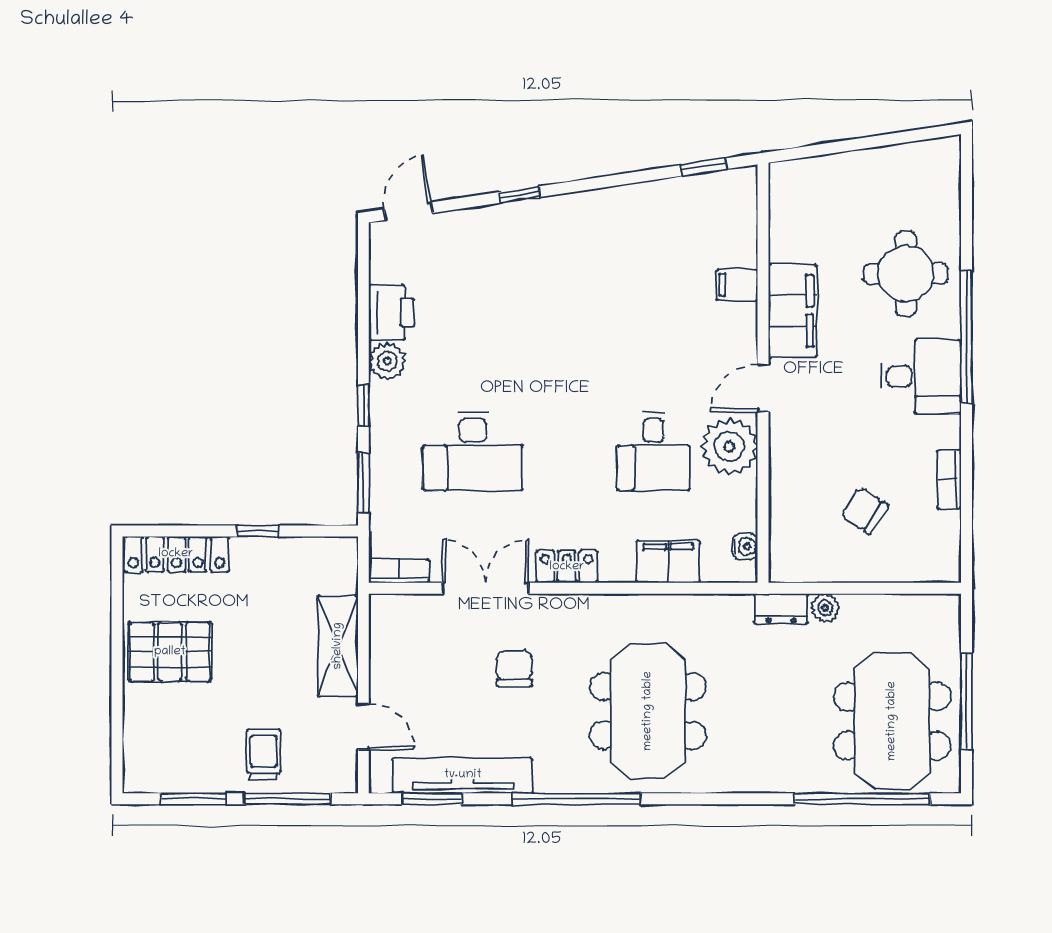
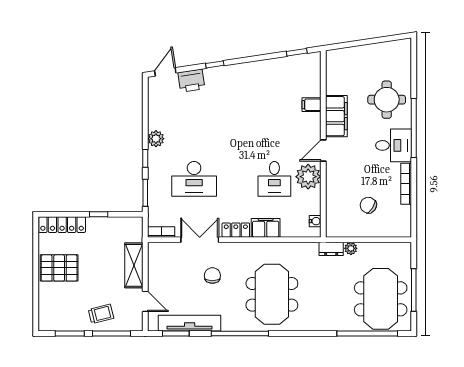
printer: (391, 312) -> (191, 81), moved, turned 82
bookcase: (949, 479) -> (406, 184), width x1.56
filing cabinet: (668, 562) -> (266, 228), moved
trolley: (264, 755) -> (101, 314), turned 76

